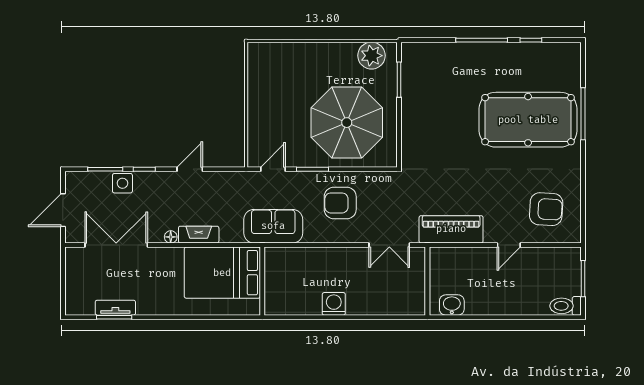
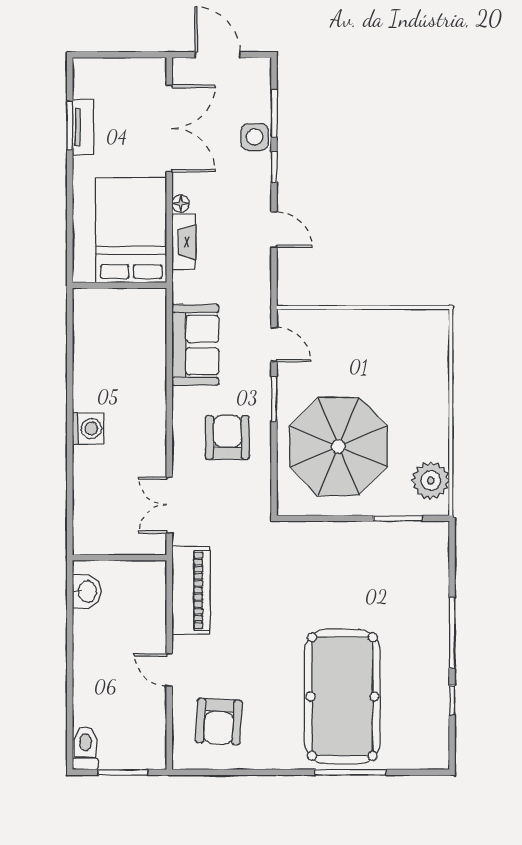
bed: (222, 273) -> (131, 230), moved
wall: (262, 281) -> (120, 285), moved

